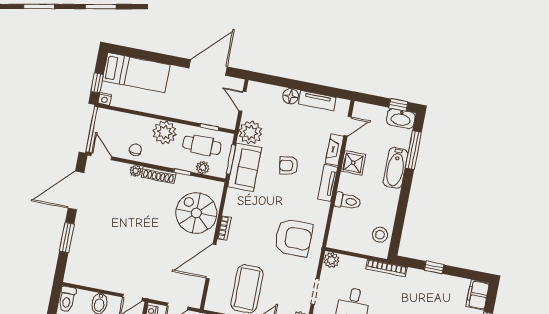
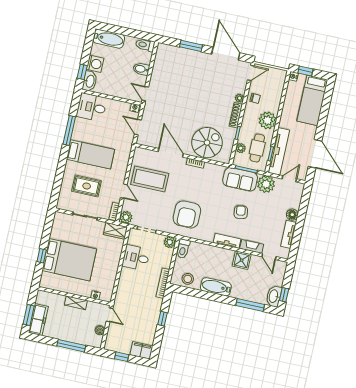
tv unit: (206, 116) -> (279, 151), added
bathtub: (395, 168) -> (216, 287), moved
toilet: (348, 201) -> (183, 249), moved

